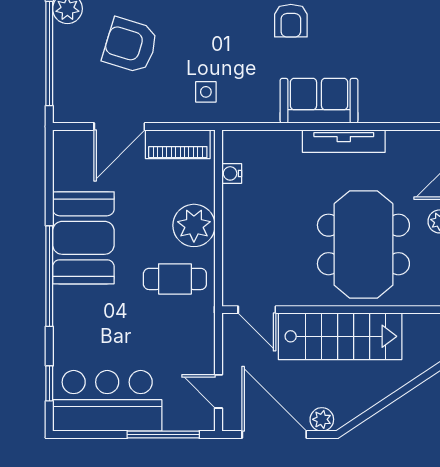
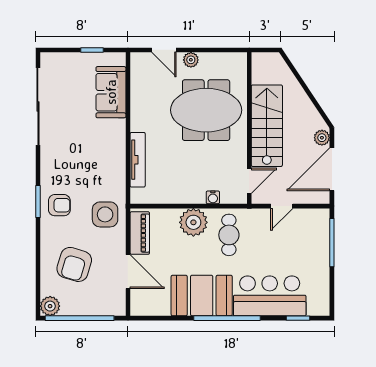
armchair: (291, 21) -> (59, 205), moved
side table: (206, 92) -> (105, 214), width x1.87, depth x1.87
sofa: (319, 101) -> (111, 92), moved
tv unit: (344, 141) -> (138, 160), moved
water cooler: (232, 173) -> (213, 197), moved
door: (218, 391) -> (282, 206), moved
bar counter: (107, 401) -> (270, 296), moved, turned 90

